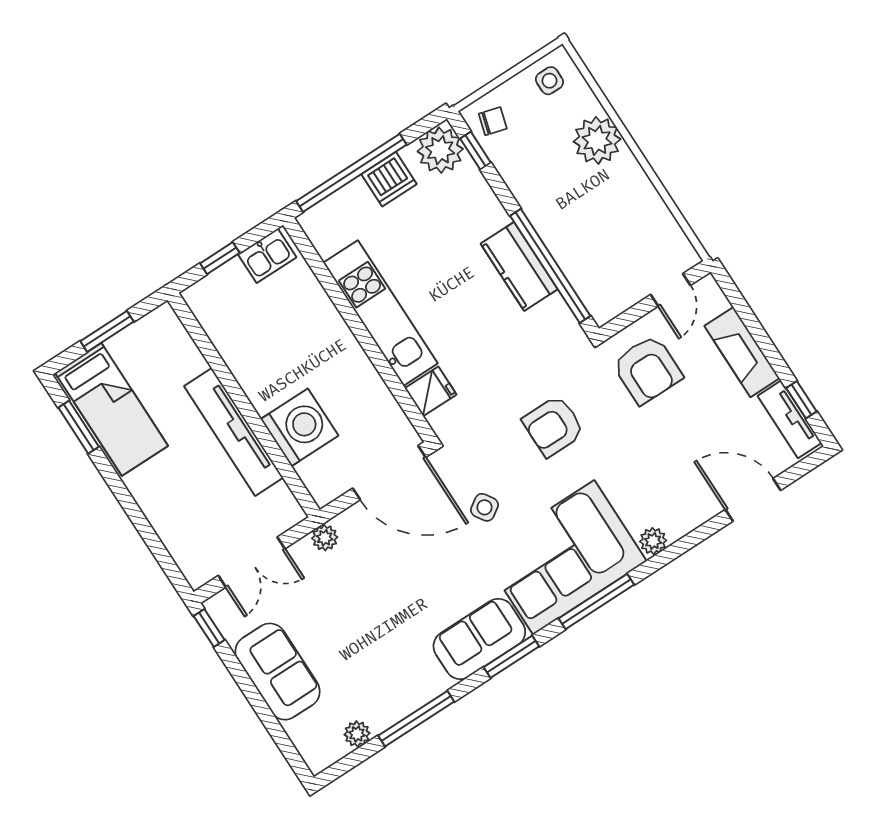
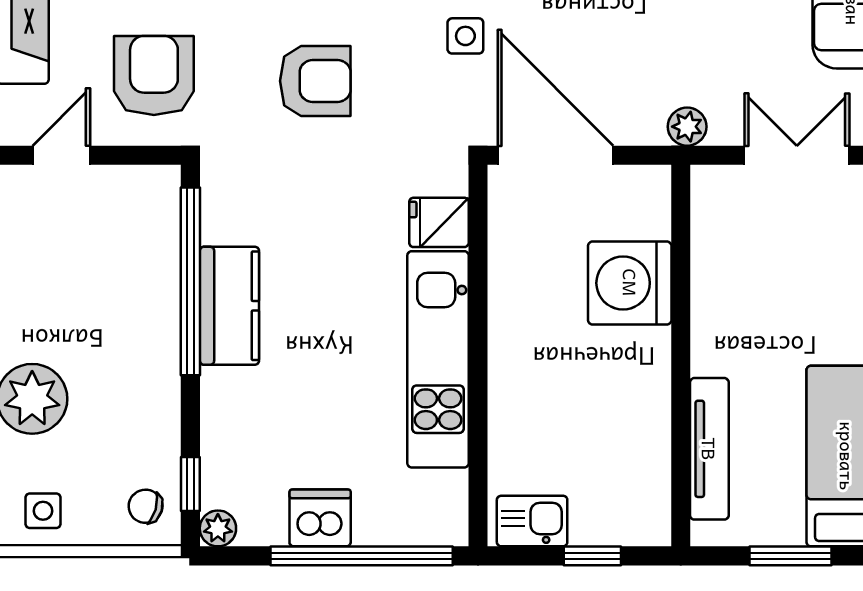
plant: (440, 150) -> (218, 528), width x0.53, depth x0.53
tv unit: (234, 432) -> (709, 449), moved, width x0.73, depth x0.78
side table: (485, 507) -> (465, 36), turned 33

